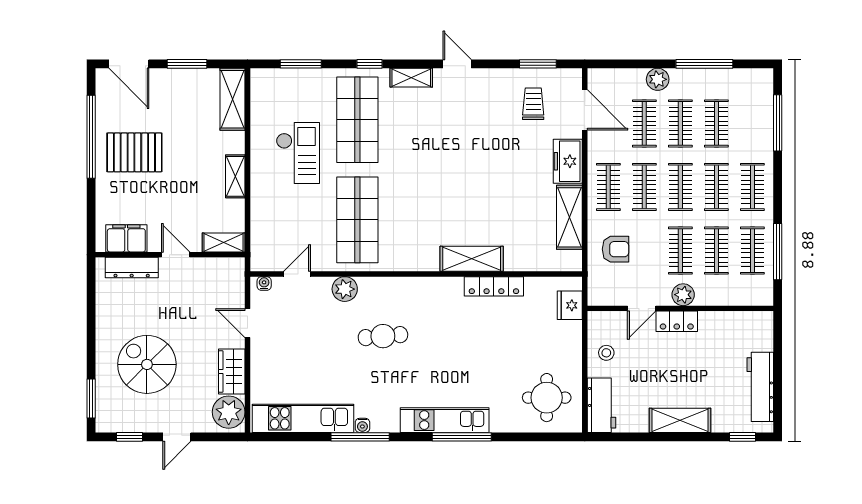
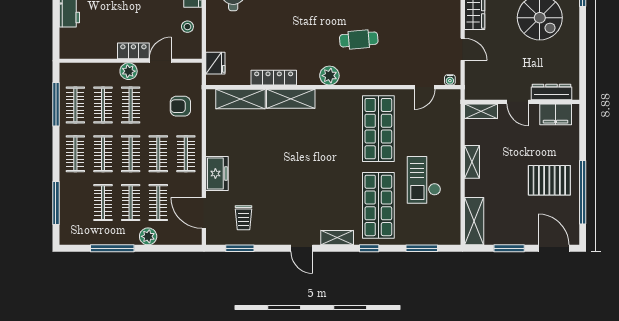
shelving: (569, 217) -> (241, 99), moved, turned 90
plant: (345, 289) -> (329, 76), moved

